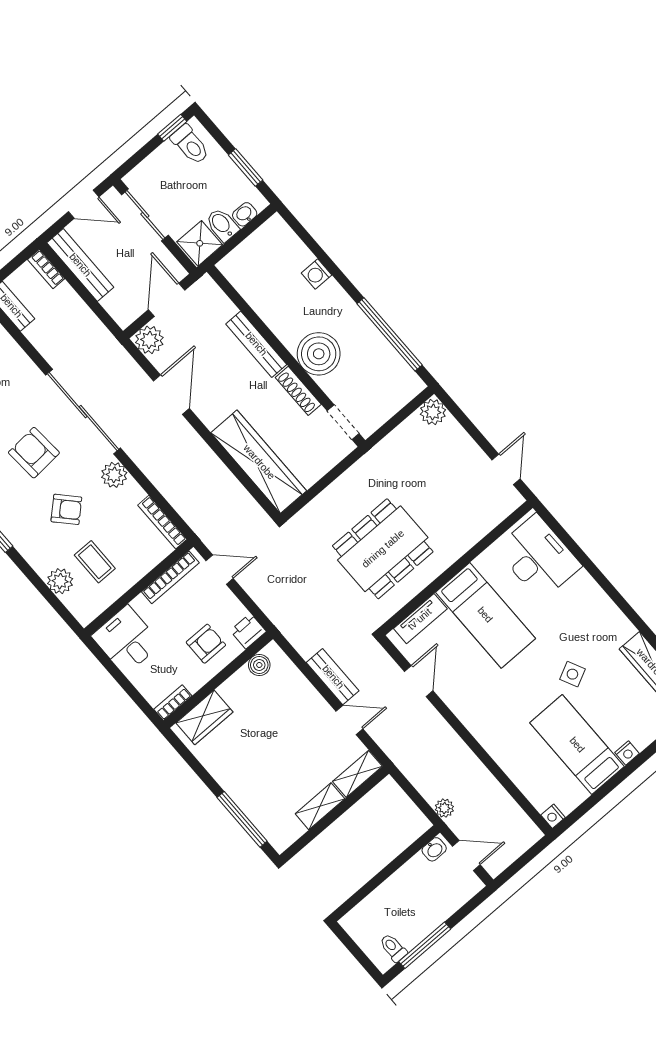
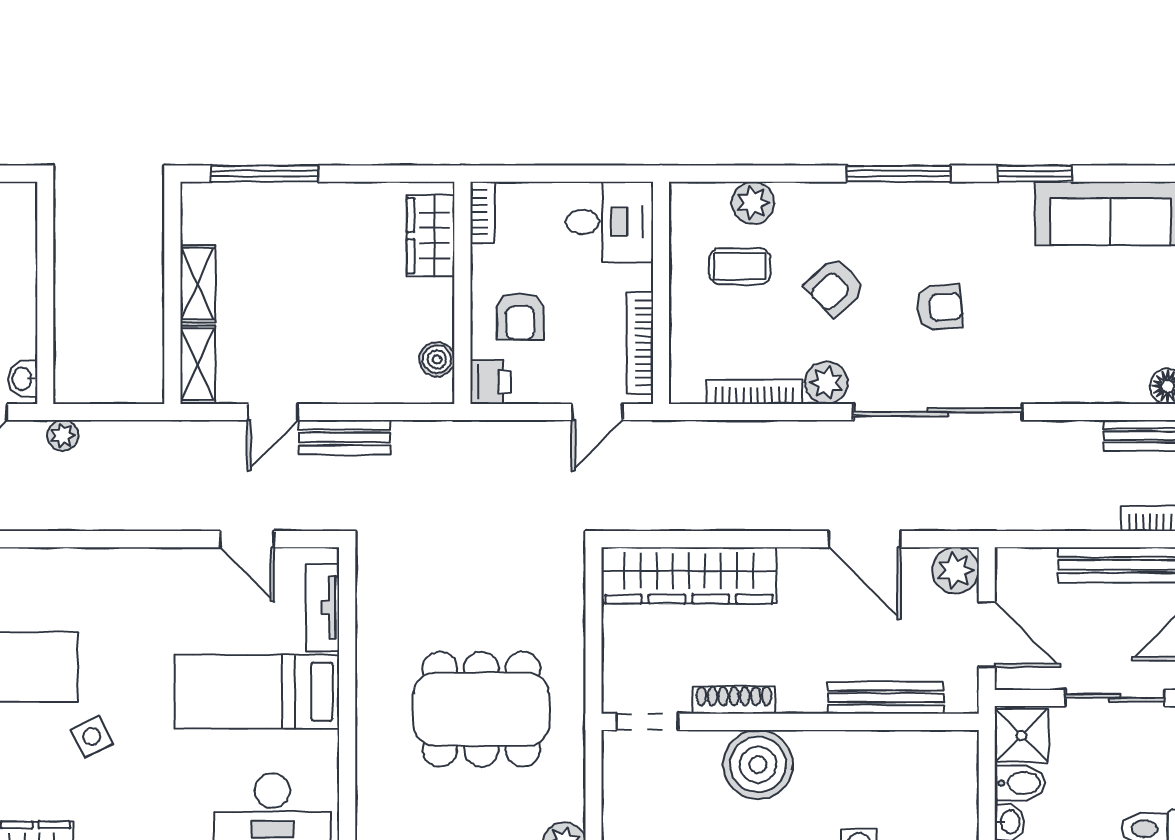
bench: (256, 344) -> (886, 698), moved
armchair: (34, 453) -> (940, 307), width x0.72, depth x0.72
bookcase: (162, 522) -> (754, 392), moved
dining table: (383, 549) -> (481, 709), moved, turned 90

